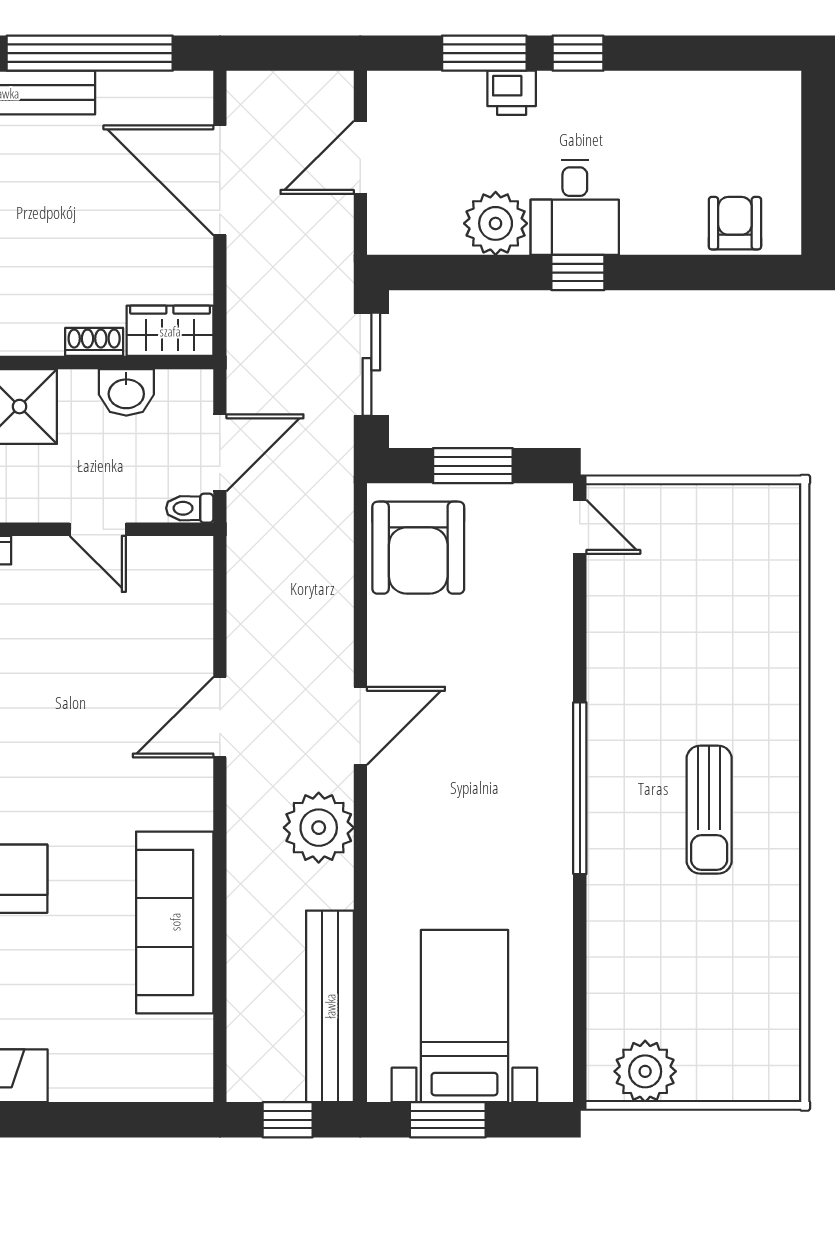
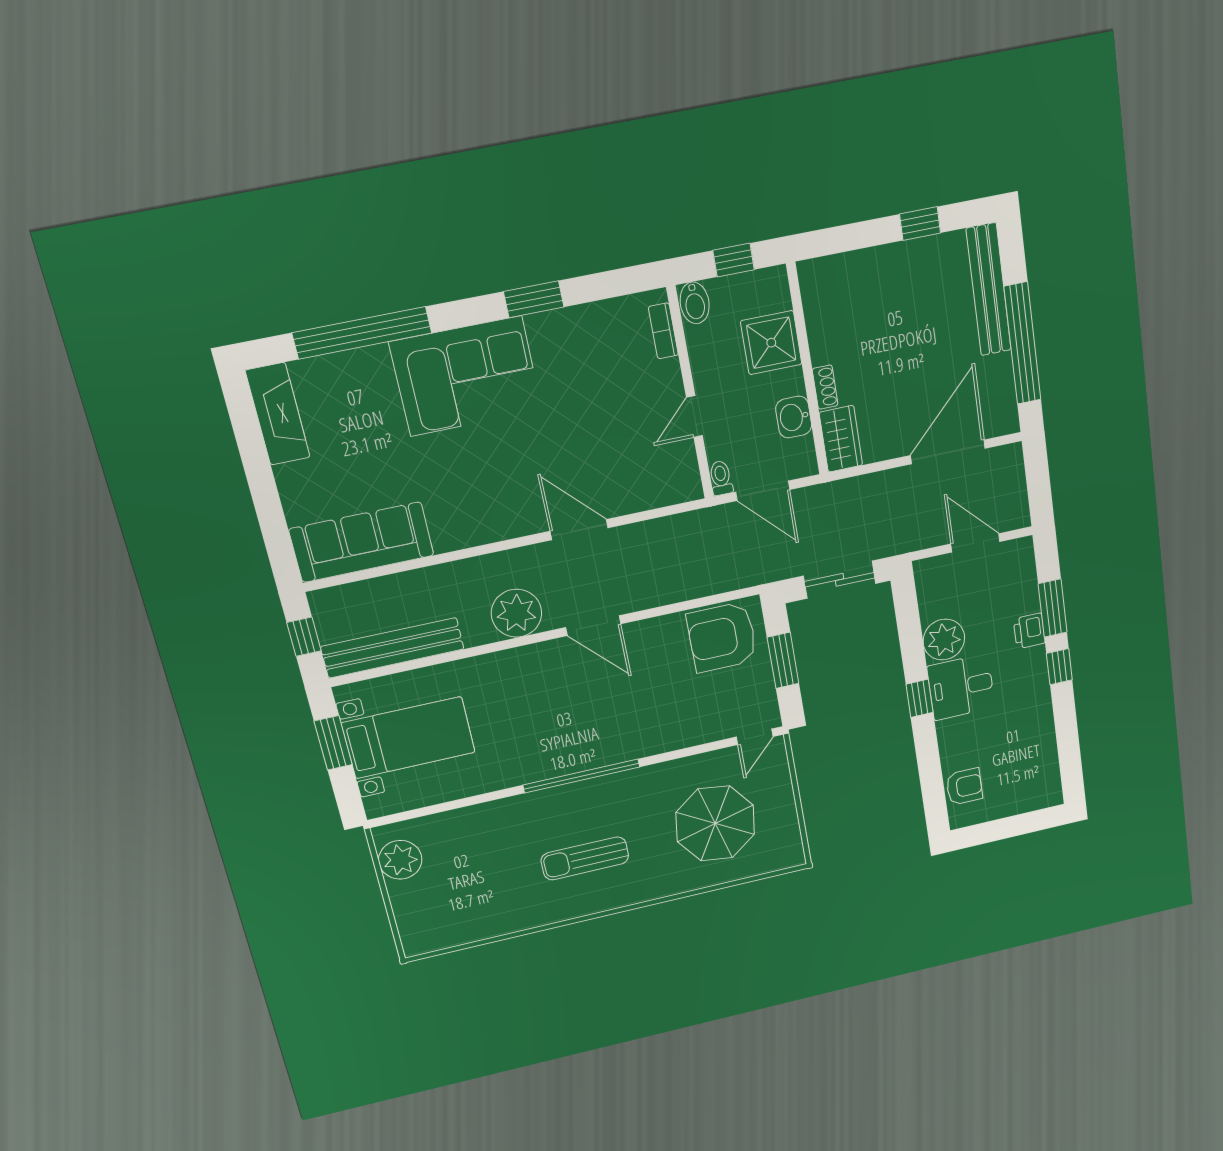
parasol: (701, 609) -> (715, 823), added
sofa: (175, 922) -> (362, 542), moved

